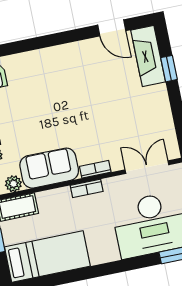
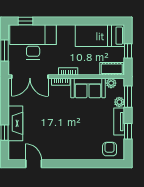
fireplace: (148, 56) -> (15, 123), moved
double door: (147, 167) -> (30, 77), width x1.37

